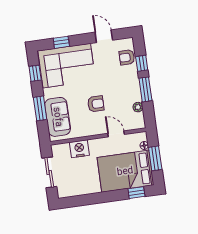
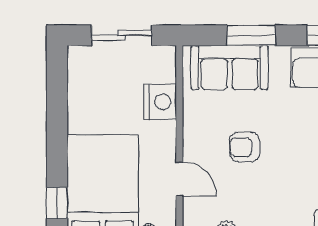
armchair: (96, 104) -> (245, 147), turned 90
door: (116, 134) -> (179, 179), hinge flipped

